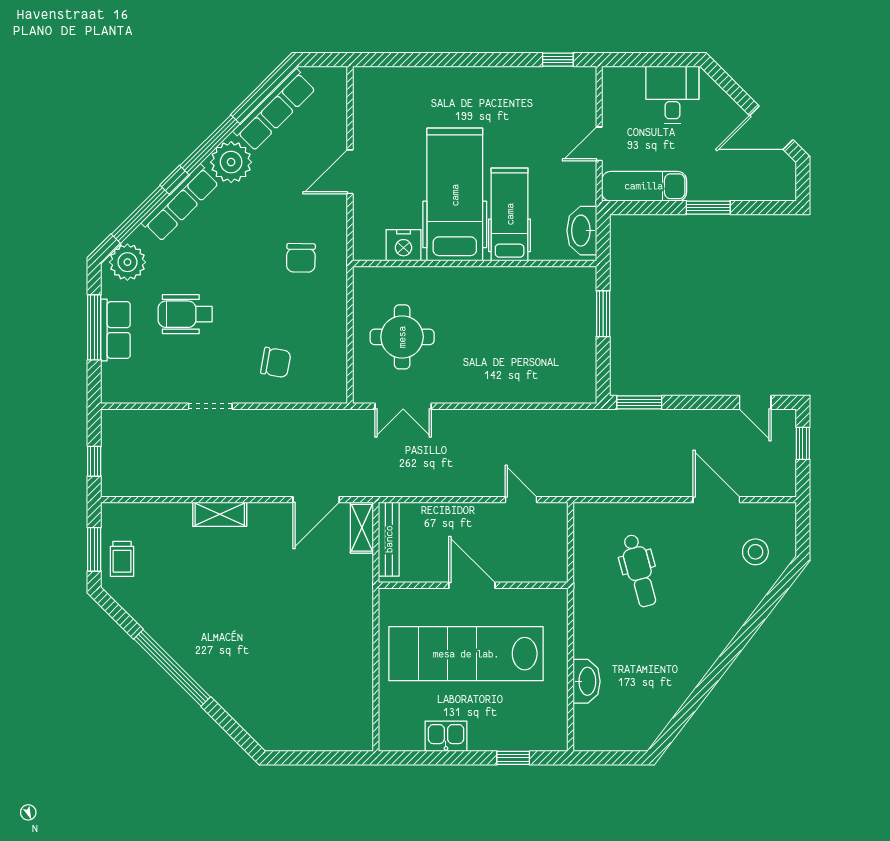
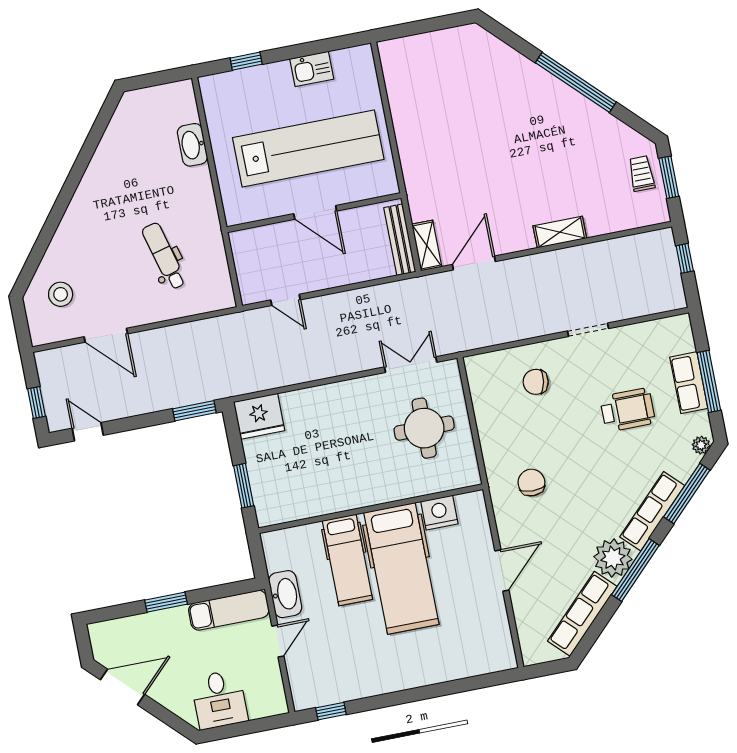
washbasin: (582, 231) -> (285, 594), moved
plant: (127, 262) -> (701, 445), width x0.53, depth x0.53
fridge: (573, 383) -> (259, 416), added

